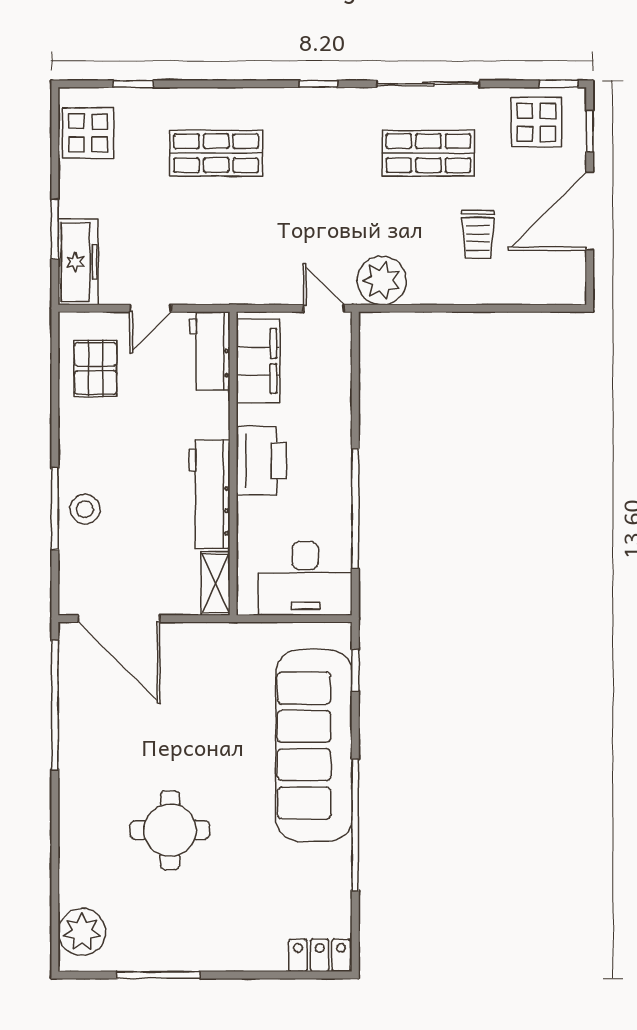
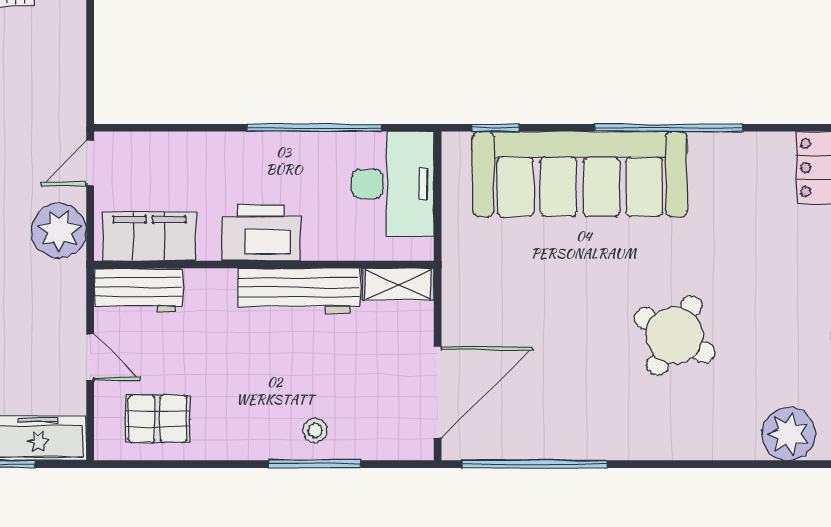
plant: (382, 280) -> (59, 231), moved
stool: (85, 509) -> (315, 430), width x0.73, depth x0.73
round table: (170, 830) -> (675, 335), turned 30

